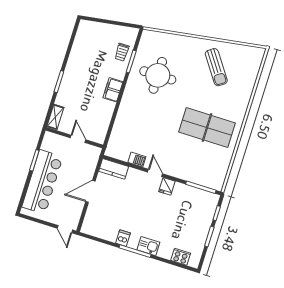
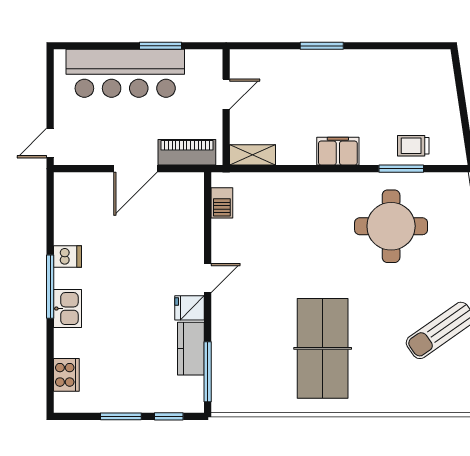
shelving: (55, 117) -> (253, 155), moved
door: (78, 139) -> (226, 94), moved
barbecue: (137, 160) -> (222, 203), moved
piano: (90, 164) -> (187, 152), added
kitchen counter: (114, 169) -> (191, 349), moved
door: (90, 191) -> (135, 169), swing flipped

